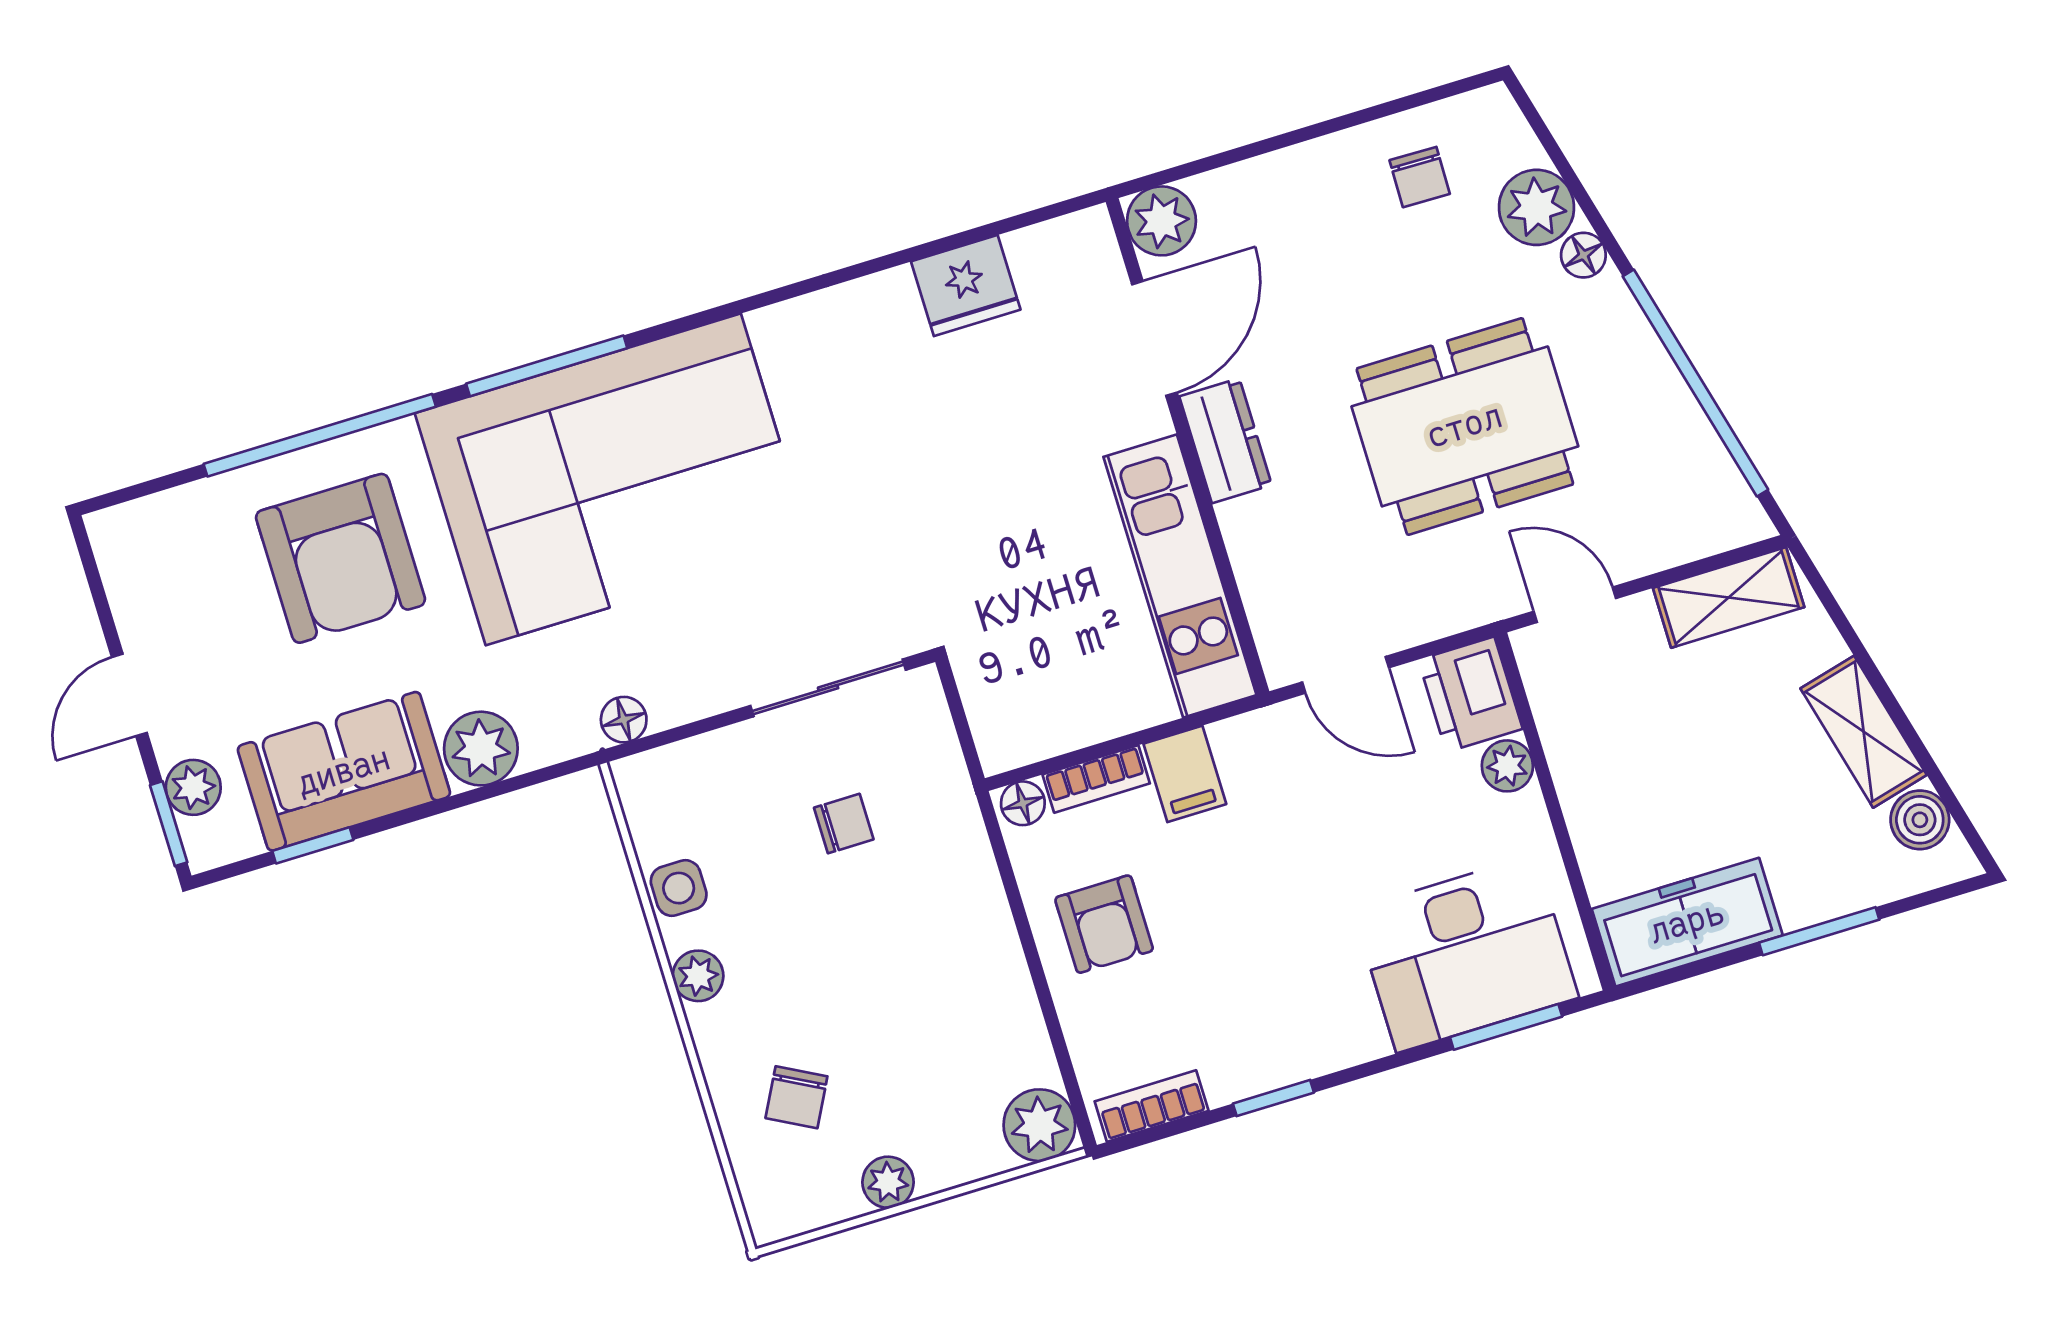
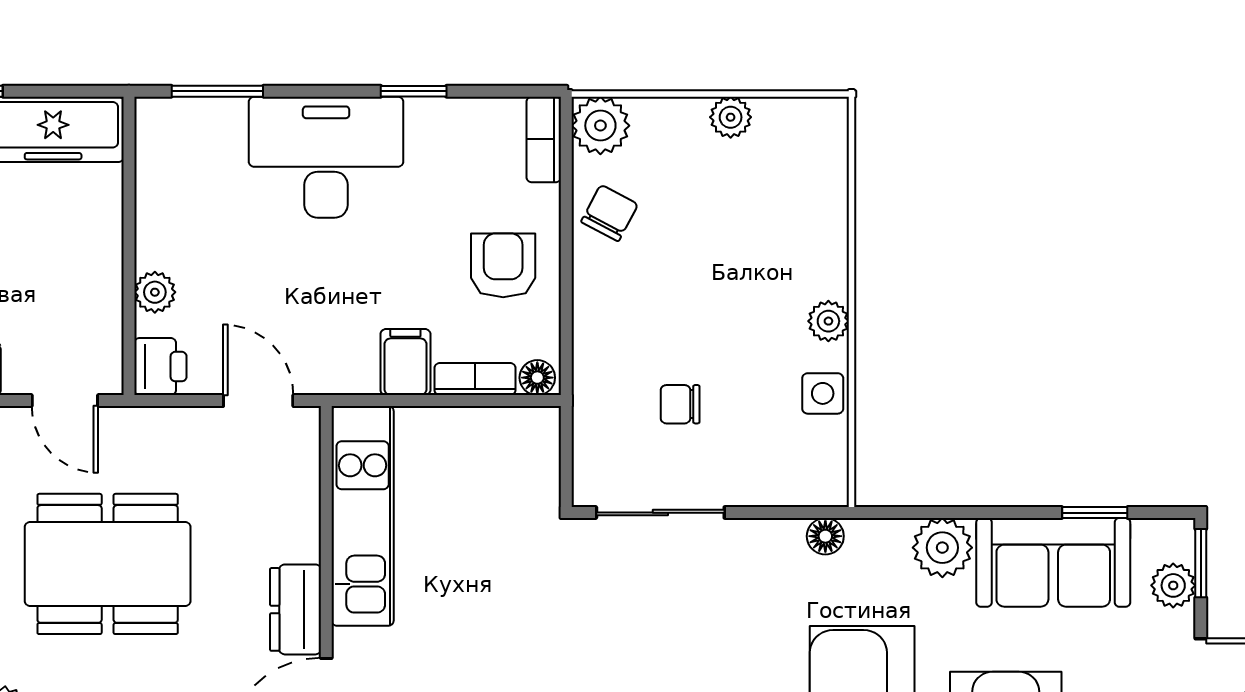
printer: (1470, 694) -> (160, 367), width x0.73, depth x0.81
desk: (1466, 954) -> (326, 157), moved
chair: (796, 1097) -> (610, 213), moved
bookcase: (1152, 1106) -> (544, 139), moved, turned 90

